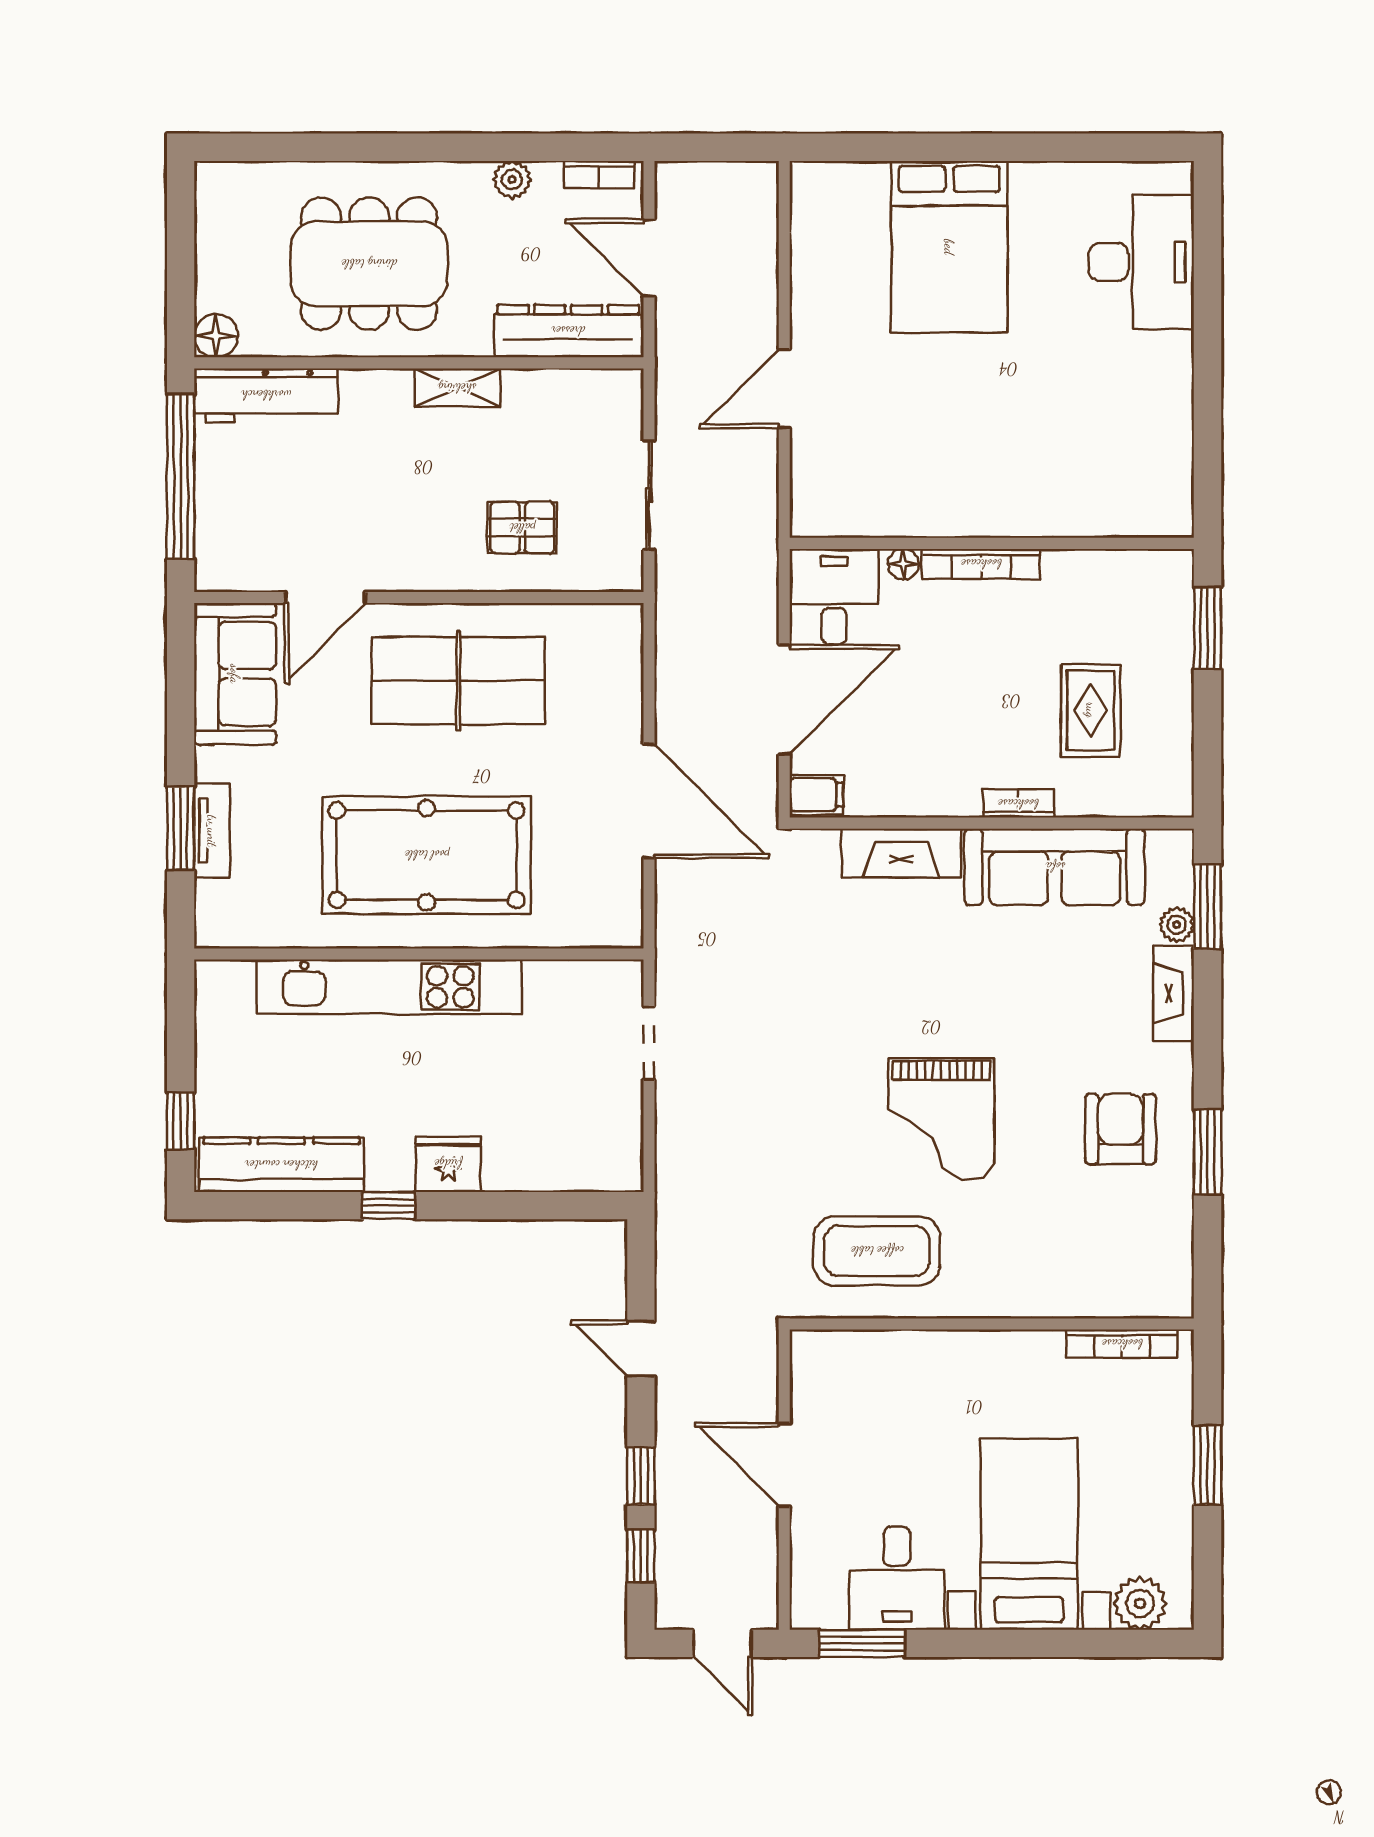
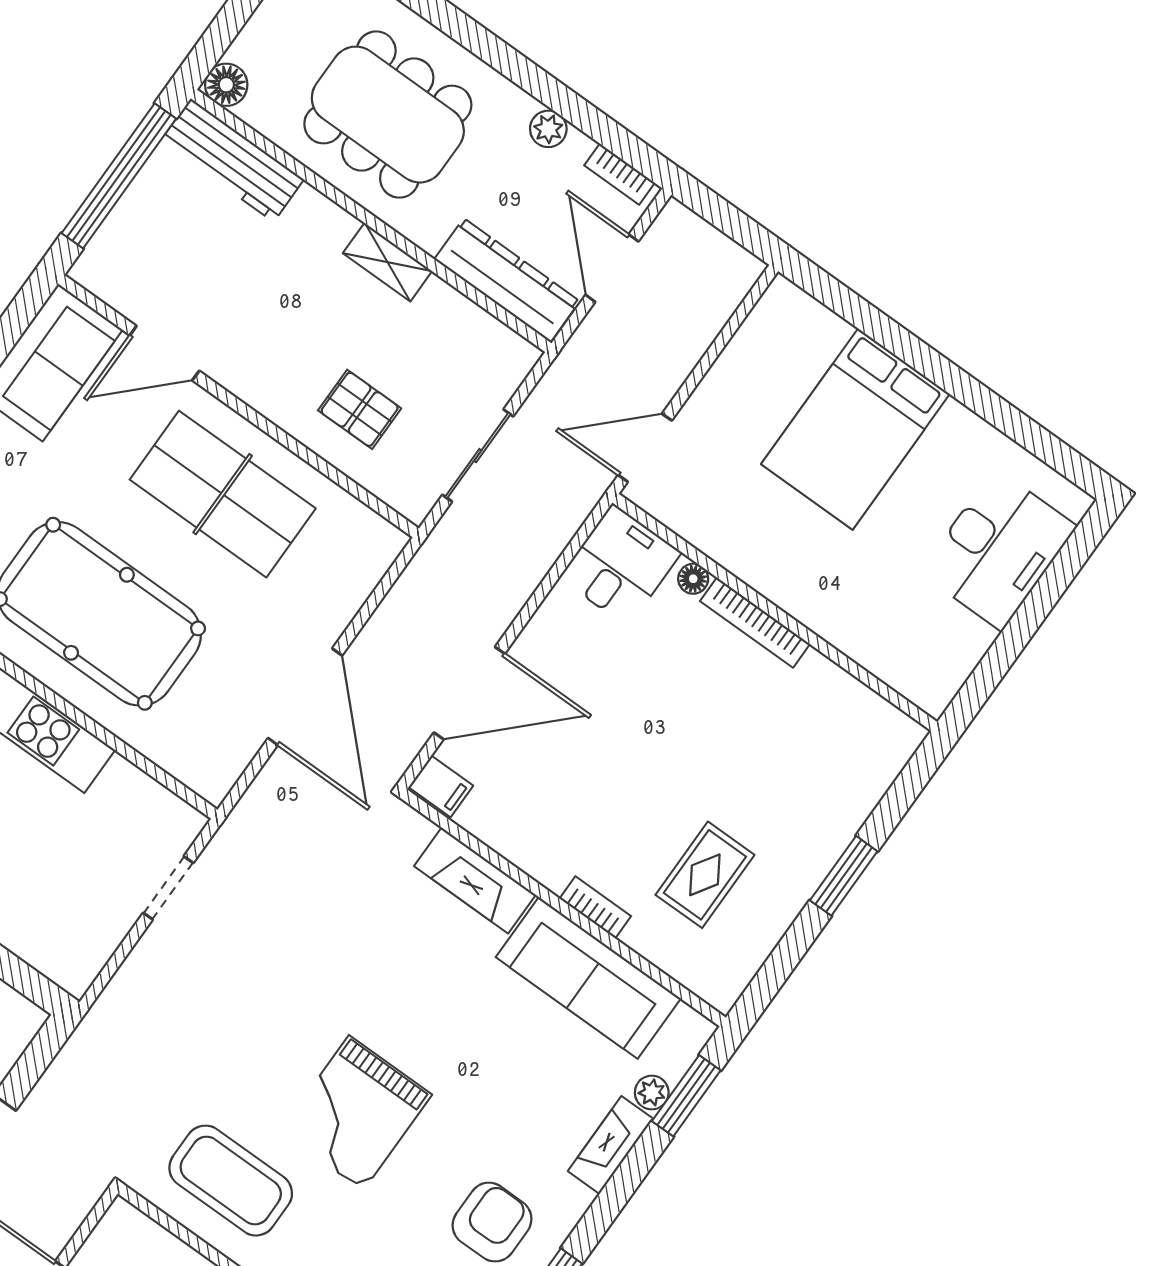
wall: (992, 543) -> (775, 612), moved
floor lamp: (903, 564) -> (693, 579), moved
bookcase: (981, 564) -> (755, 623), moved
desk: (834, 597) -> (620, 565), moved

